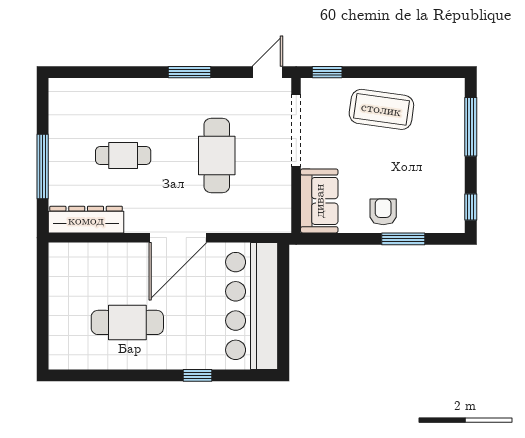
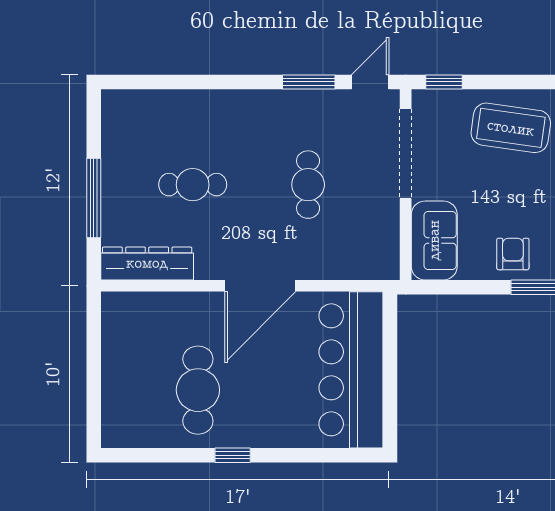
window: (190, 72) -> (309, 82), moved
cafe table: (217, 156) -> (308, 185), width x0.73, depth x0.74
cafe table: (127, 322) -> (198, 390), turned 90
window: (198, 375) -> (233, 455), moved

